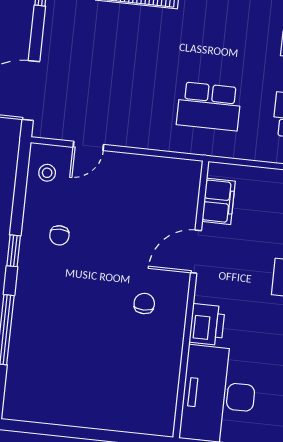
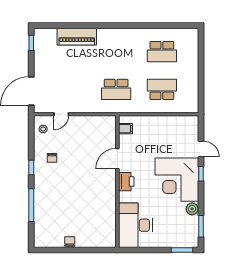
filing cabinet: (219, 201) -> (125, 129), width x0.50
chair: (144, 304) -> (70, 242), moved
printer: (207, 324) -> (126, 182), moved

